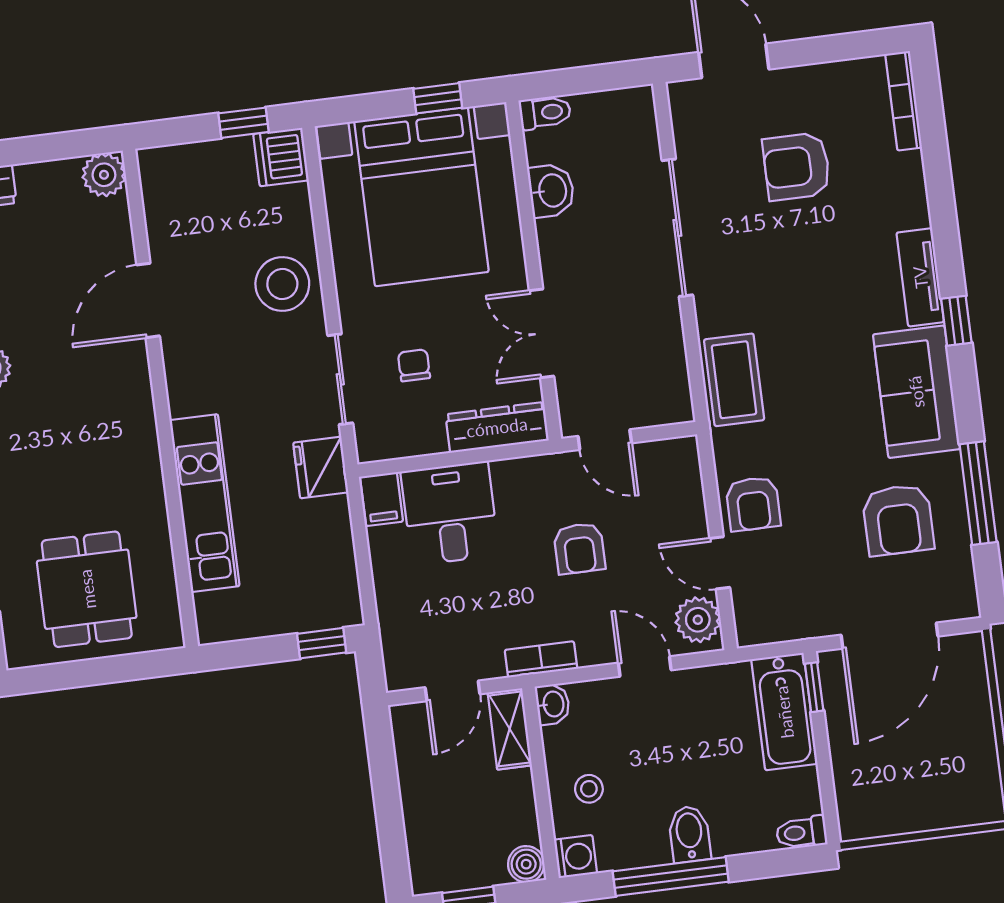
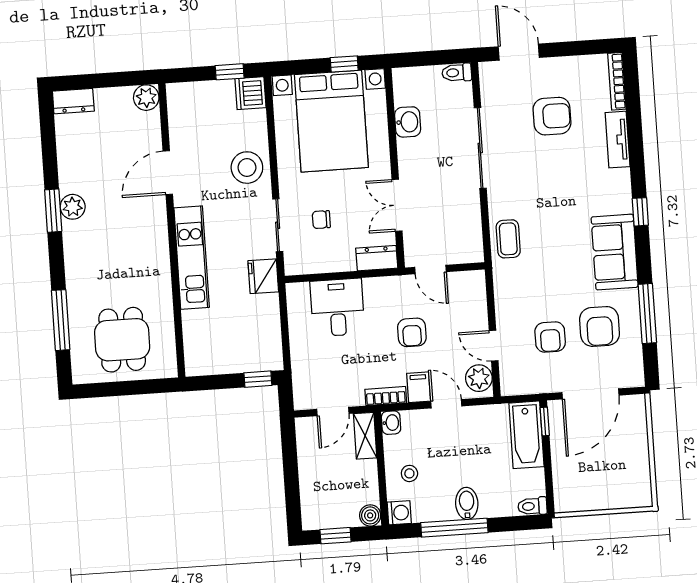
toilet: (545, 113) -> (457, 73), moved, turned 180
armchair: (797, 166) -> (552, 116), turned 180
tv unit: (920, 277) -> (618, 140), moved
chair: (414, 365) -> (321, 220), turned -90
coffee table: (734, 380) -> (508, 239), width x0.73, depth x0.77
dresser: (497, 427) -> (377, 258), width x0.70
filing cabinet: (381, 499) -> (419, 387), moved, turned 180
kitchen unit: (204, 503) -> (192, 258), moved
armchair: (753, 504) -> (550, 337), moved

